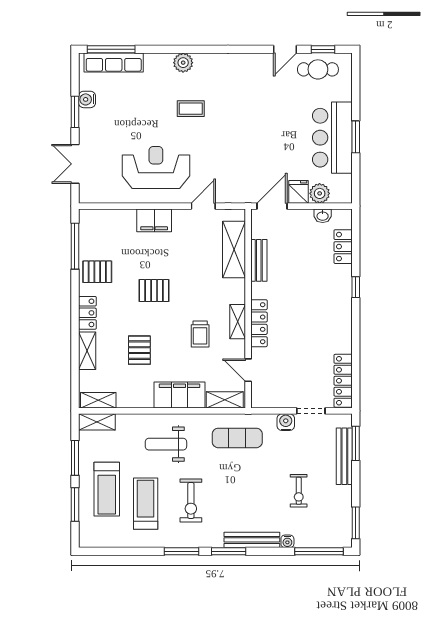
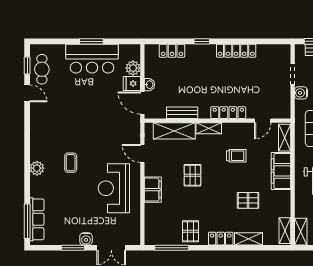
water cooler: (87, 99) -> (86, 239), moved
washbasin: (323, 216) -> (149, 85), moved
pallet: (154, 291) -> (193, 175), moved
shelving: (238, 322) -> (209, 128), moved
locker: (343, 381) -> (236, 51), moved

